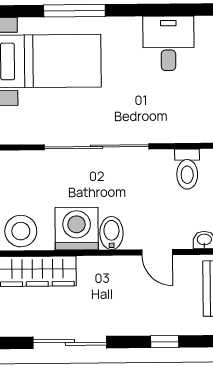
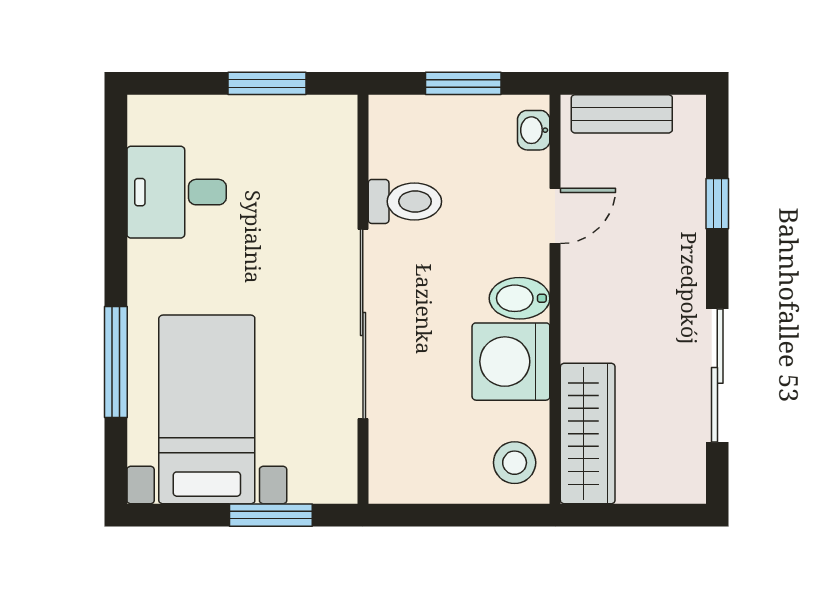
toilet: (187, 169) -> (405, 201), moved
stool: (21, 231) -> (515, 463), width x0.73, depth x0.73

